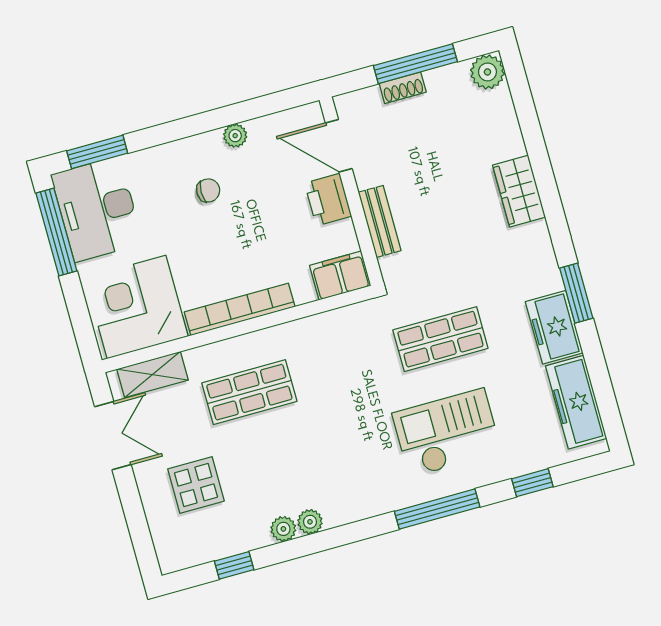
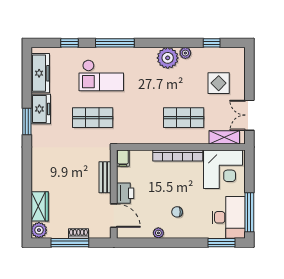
wardrobe: (519, 191) -> (40, 206), moved
filing cabinet: (340, 275) -> (123, 158), width x0.50
plant: (310, 522) -> (168, 58), width x1.88, depth x1.88

